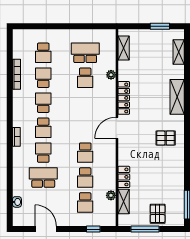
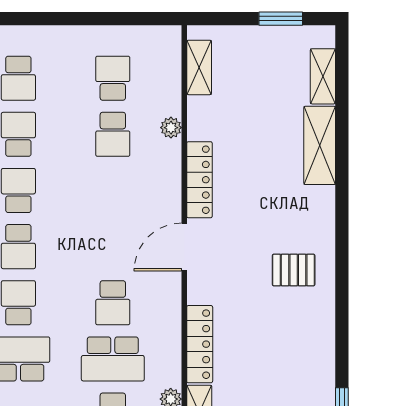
school desk: (85, 53) -> (113, 78), width x0.54
shelving: (177, 97) -> (320, 145), moved
locker: (124, 177) -> (200, 344), width x1.53
school desk: (85, 178) -> (113, 359), width x1.85

